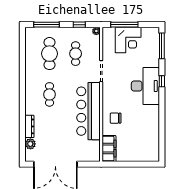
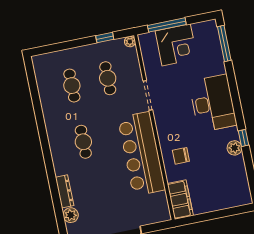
window: (46, 25) -> (60, 47), removed
cafe table: (50, 54) -> (72, 86), width x0.73, depth x0.74
window: (162, 81) -> (243, 138), moved
plant: (154, 120) -> (234, 148), added

